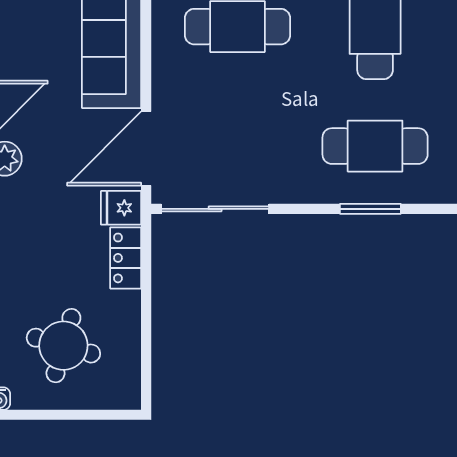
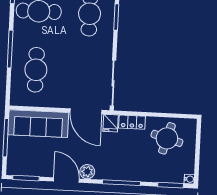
round table: (63, 346) -> (167, 138), moved

